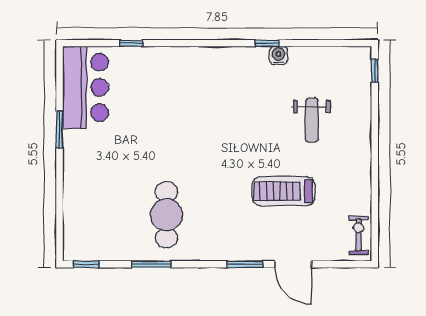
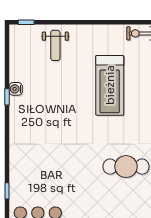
weight bench: (312, 120) -> (55, 45), moved, turned 90
treadmill: (284, 191) -> (110, 85), width x1.37, depth x1.37

